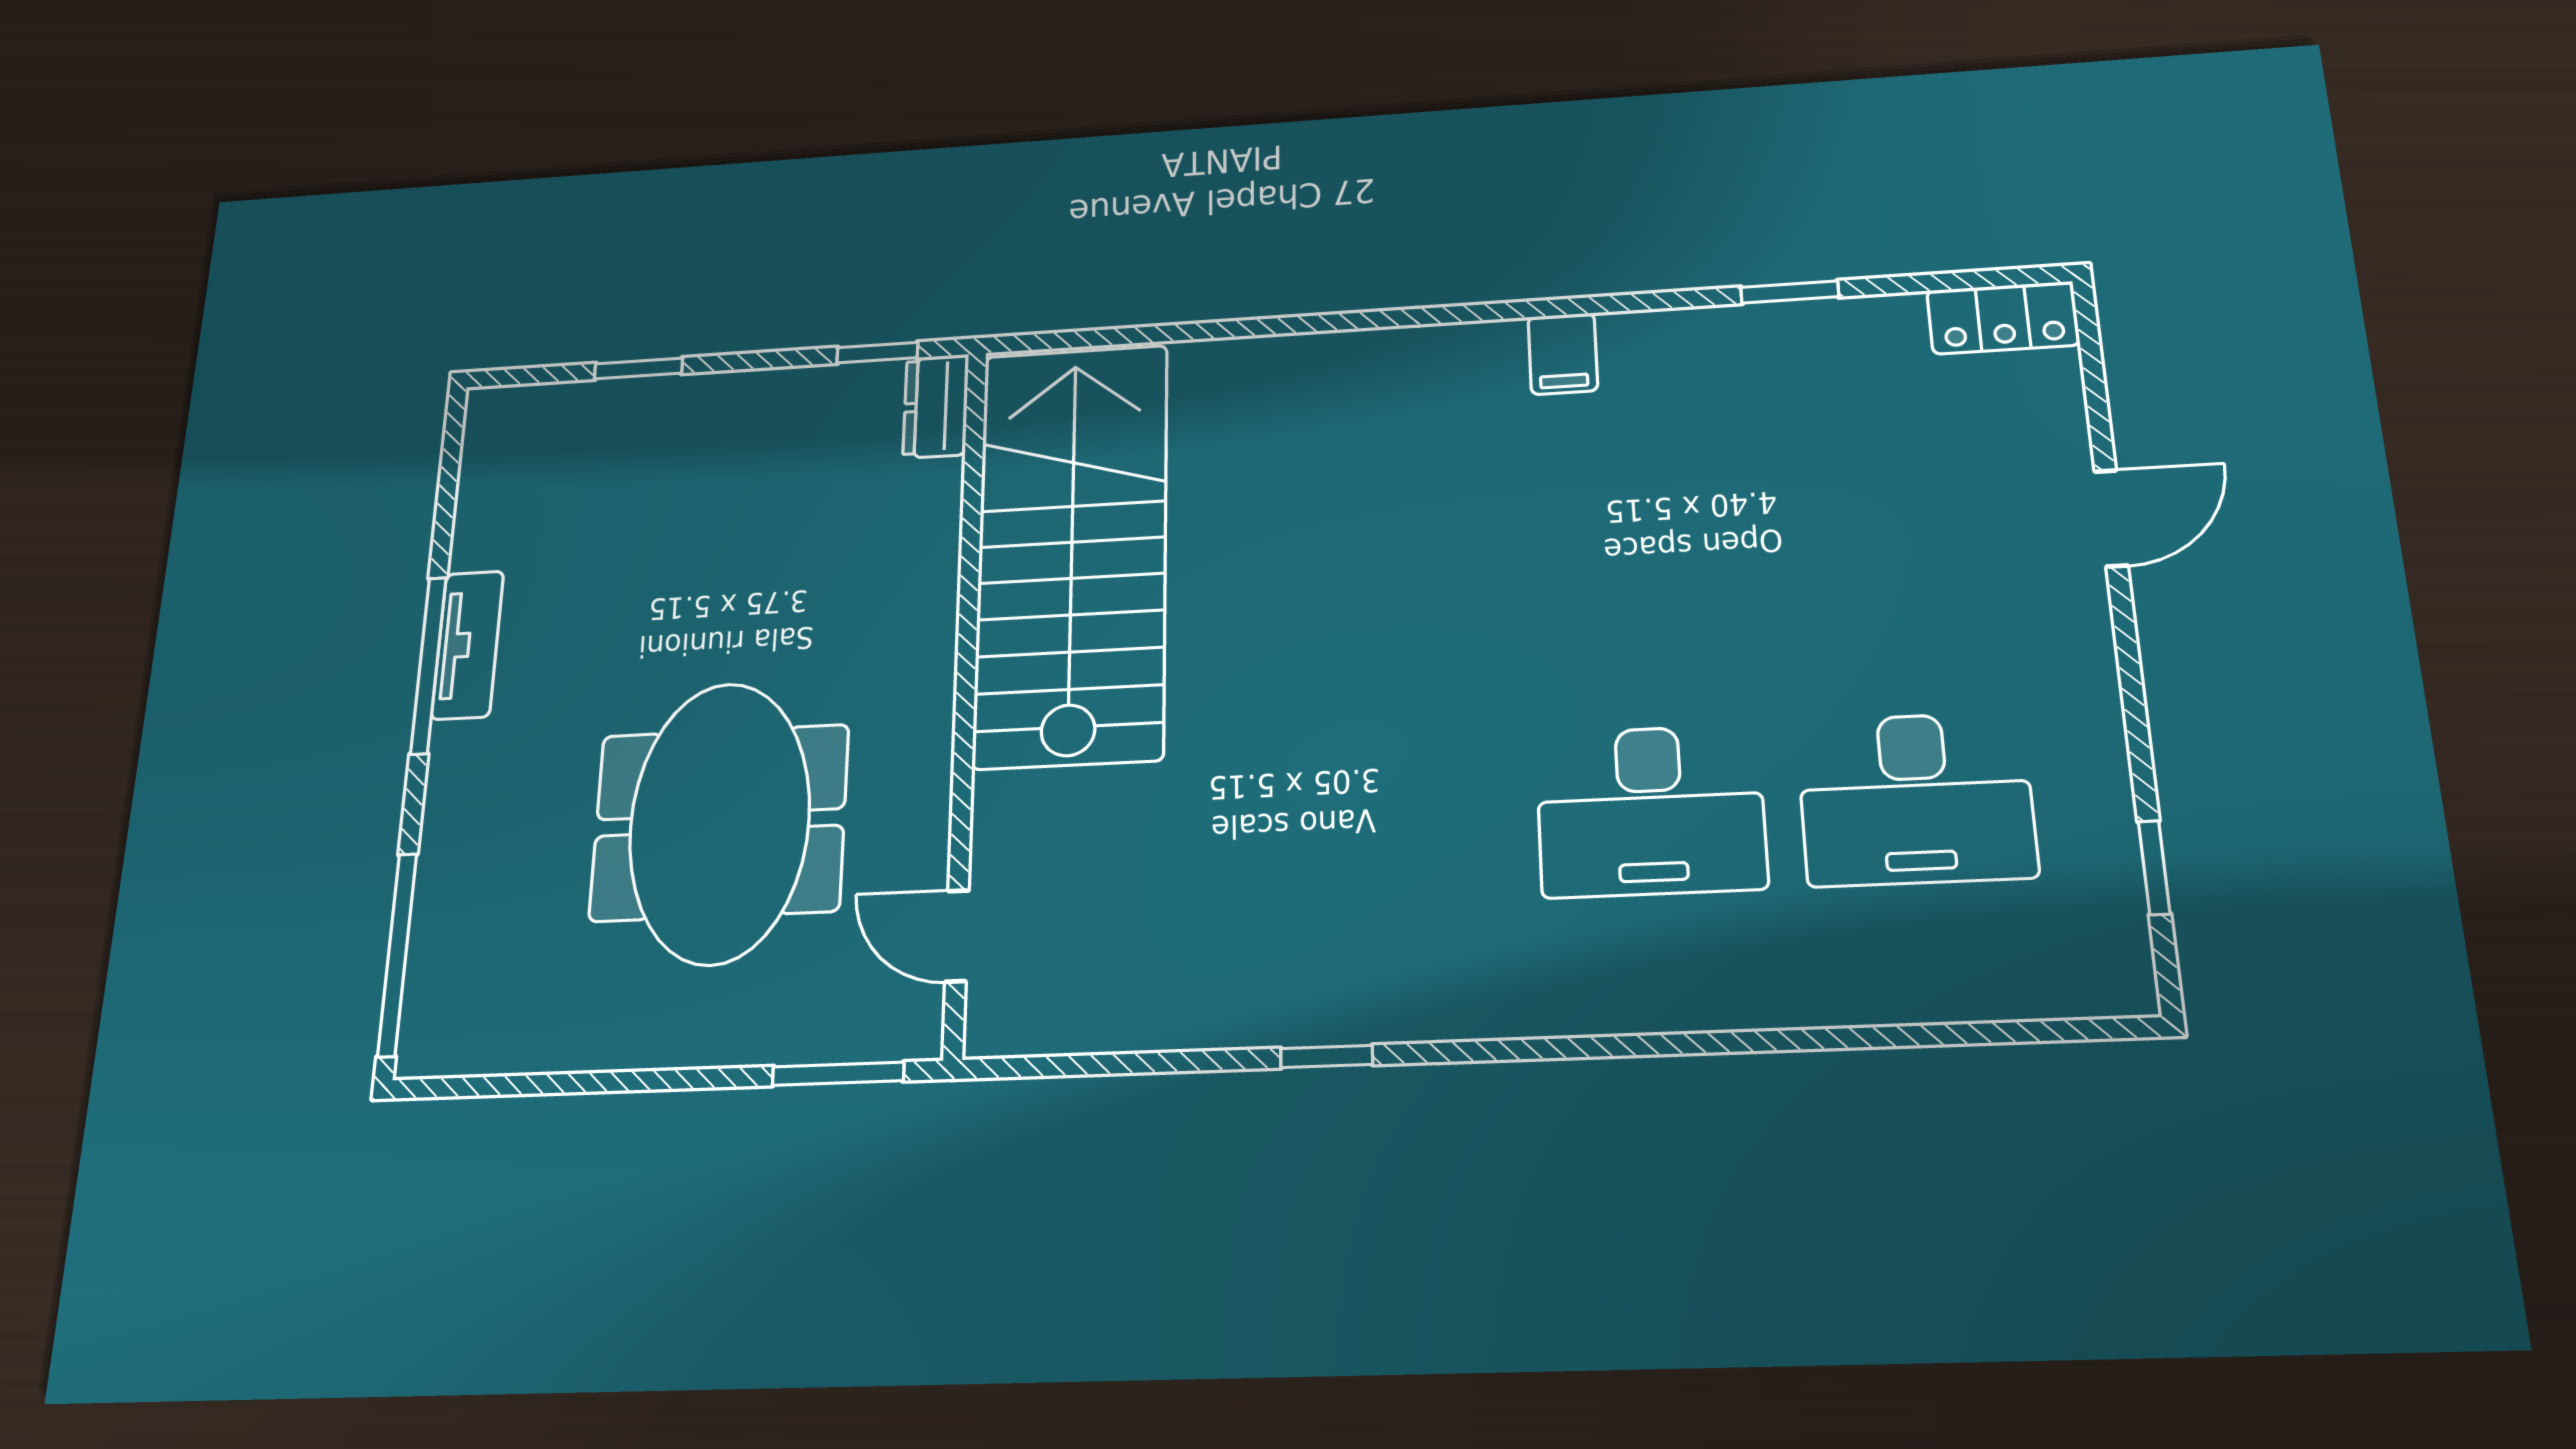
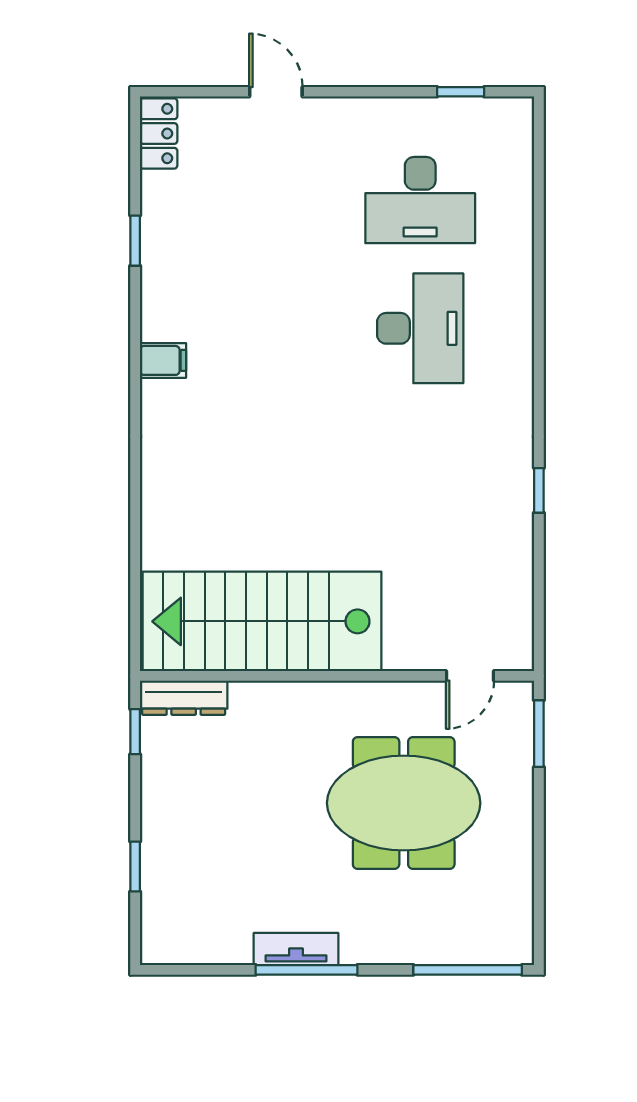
dresser: (936, 406) -> (184, 698), width x1.44
desk: (1916, 799) -> (420, 200), turned 90

